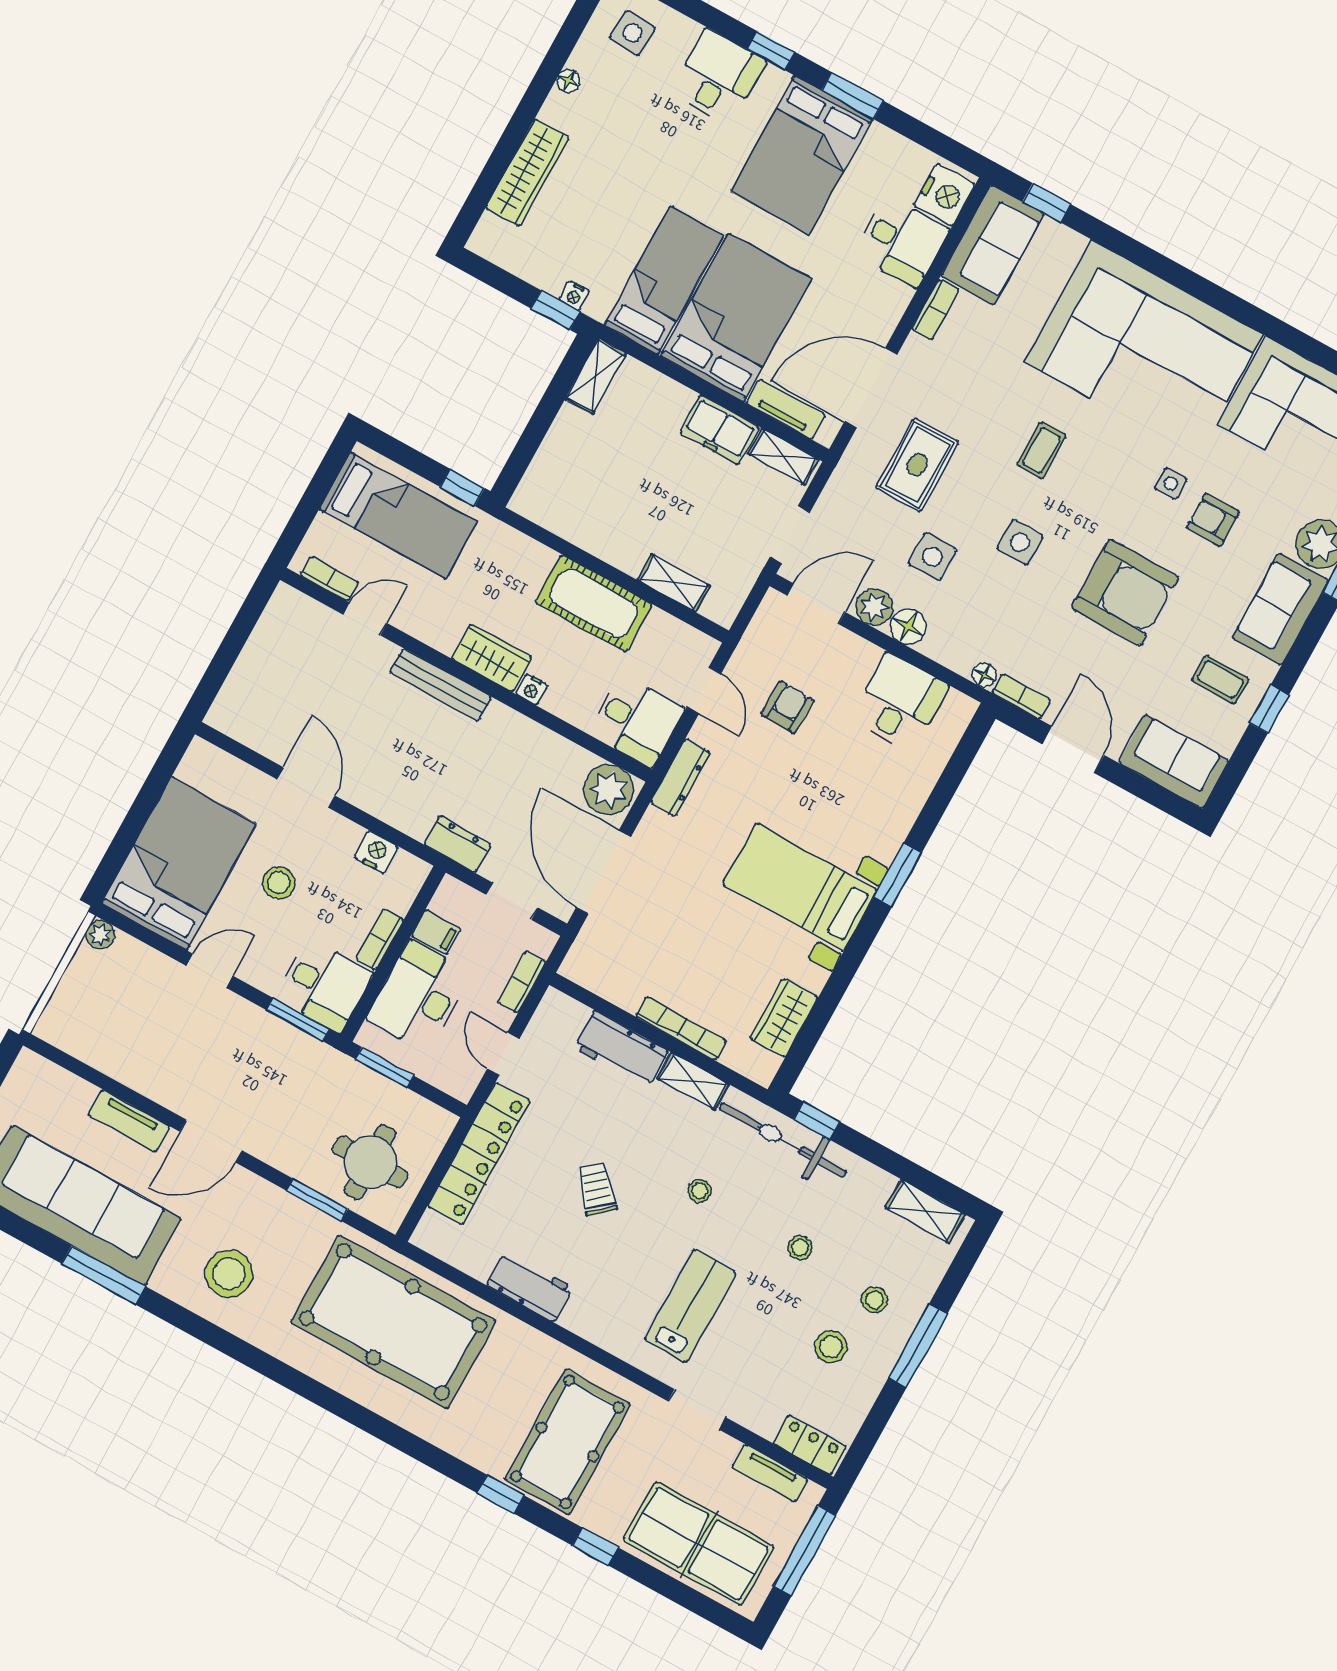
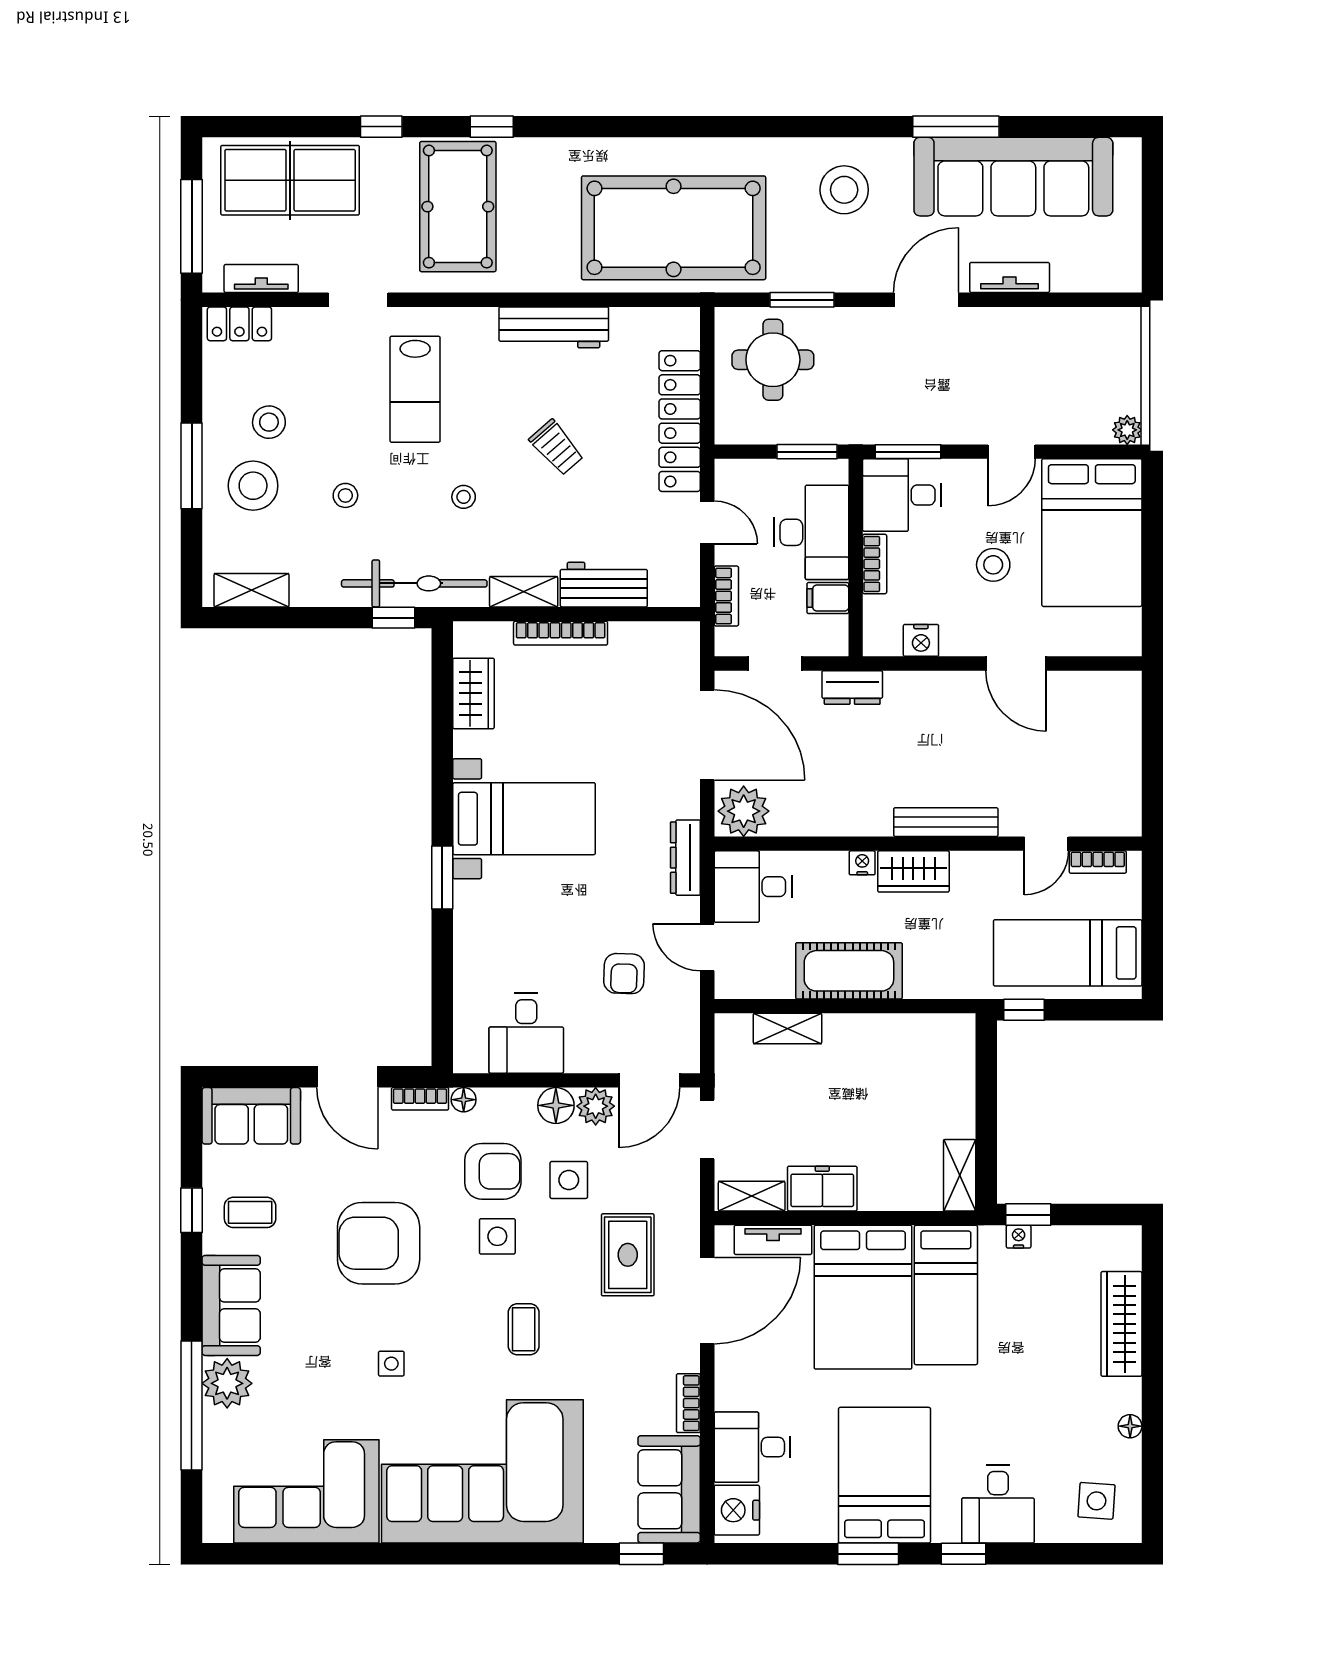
armchair: (1213, 520) -> (493, 1171), moved, width x1.38, depth x1.38
workbench: (530, 1286) -> (554, 327), width x1.38
stool: (874, 1300) -> (253, 486), width x1.89, depth x1.89

